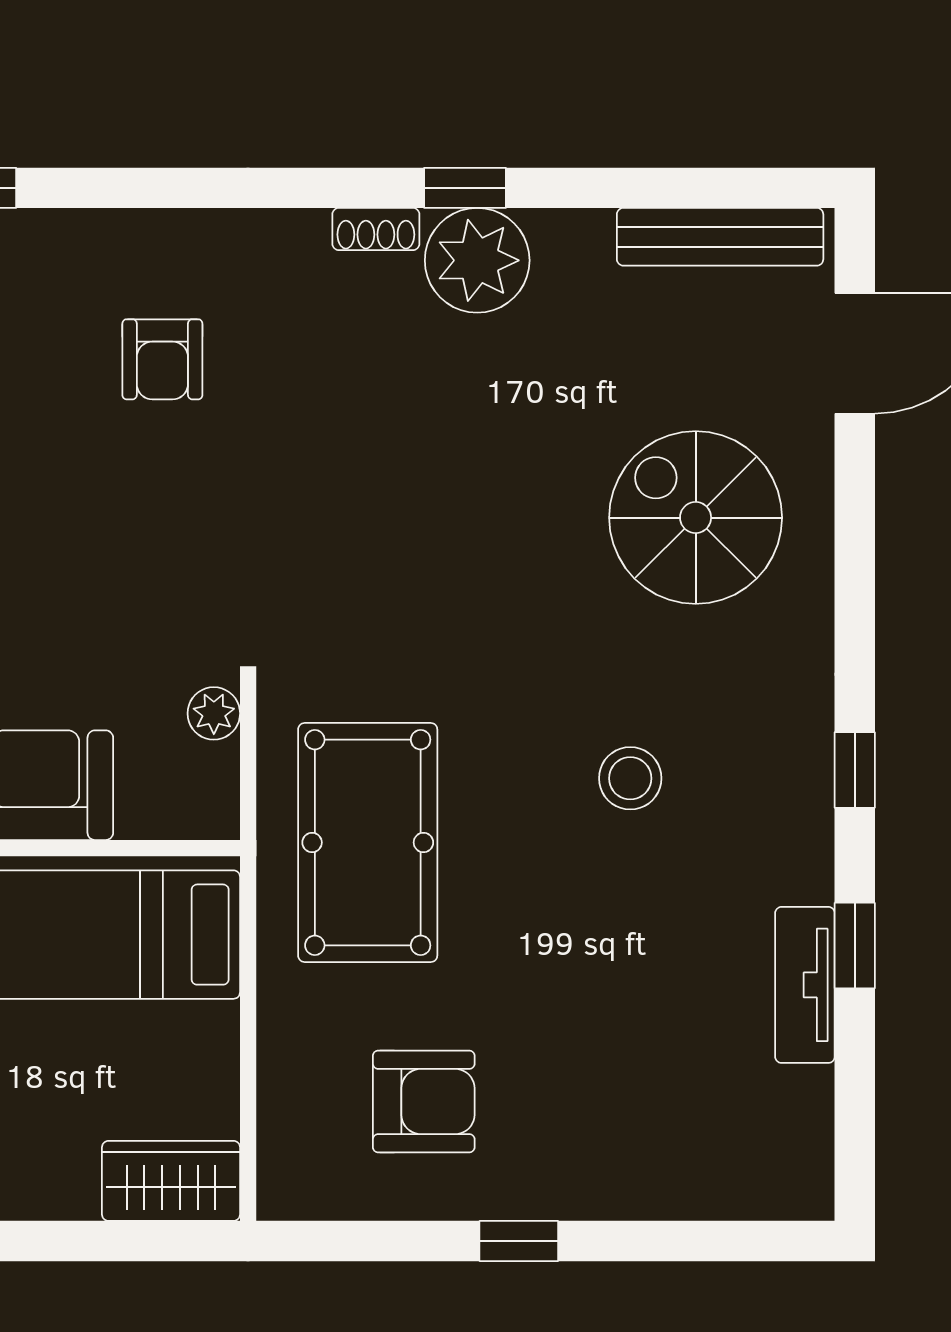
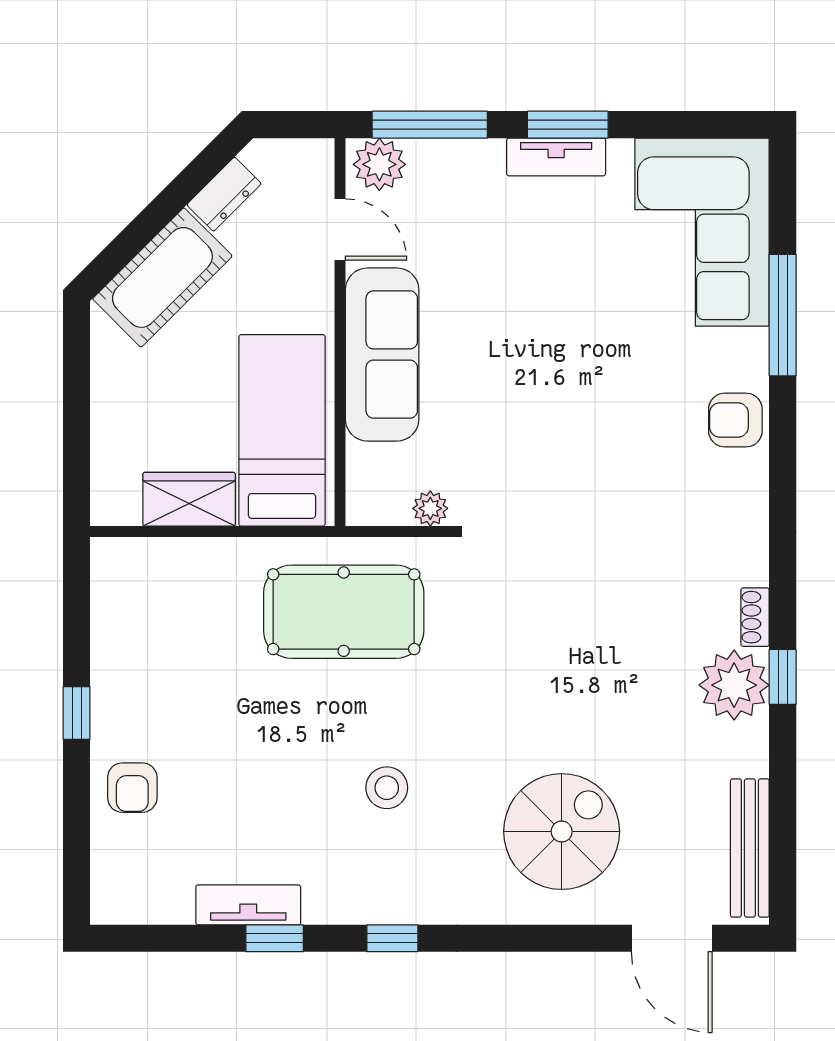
armchair: (162, 359) -> (735, 420), moved
armchair: (424, 1102) -> (132, 788), moved, width x0.72, depth x0.72
wardrobe: (171, 1181) -> (189, 499), moved, turned -90

